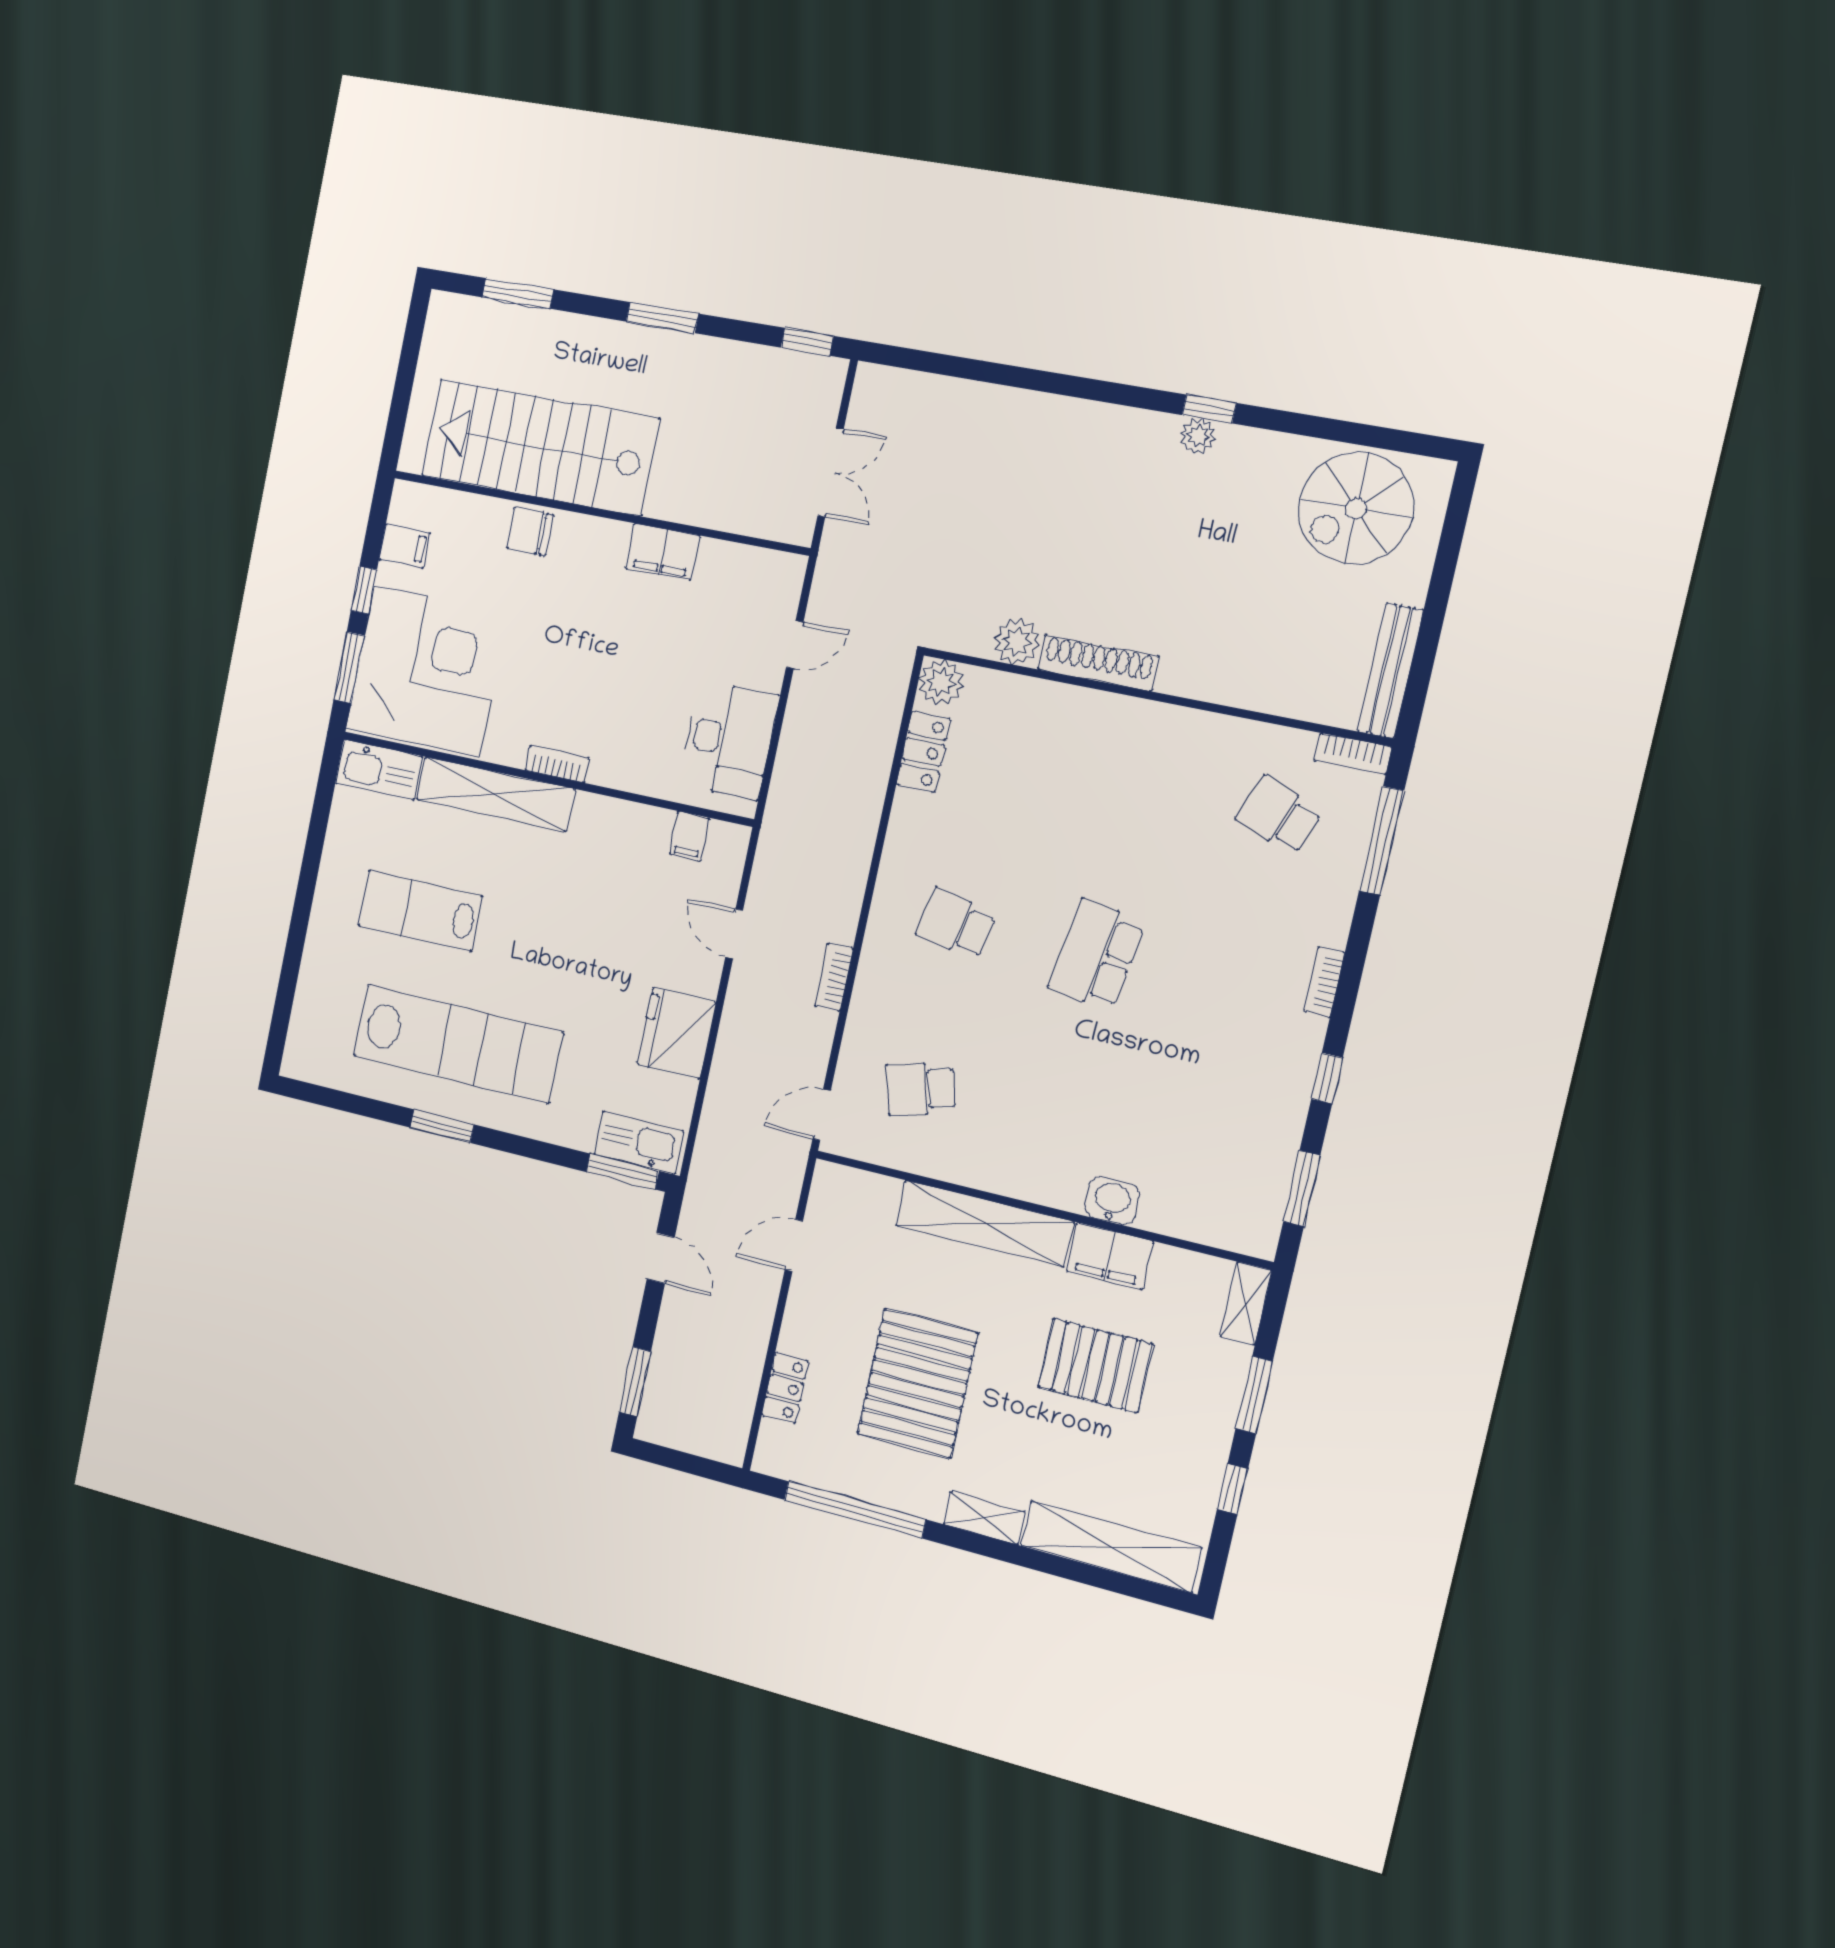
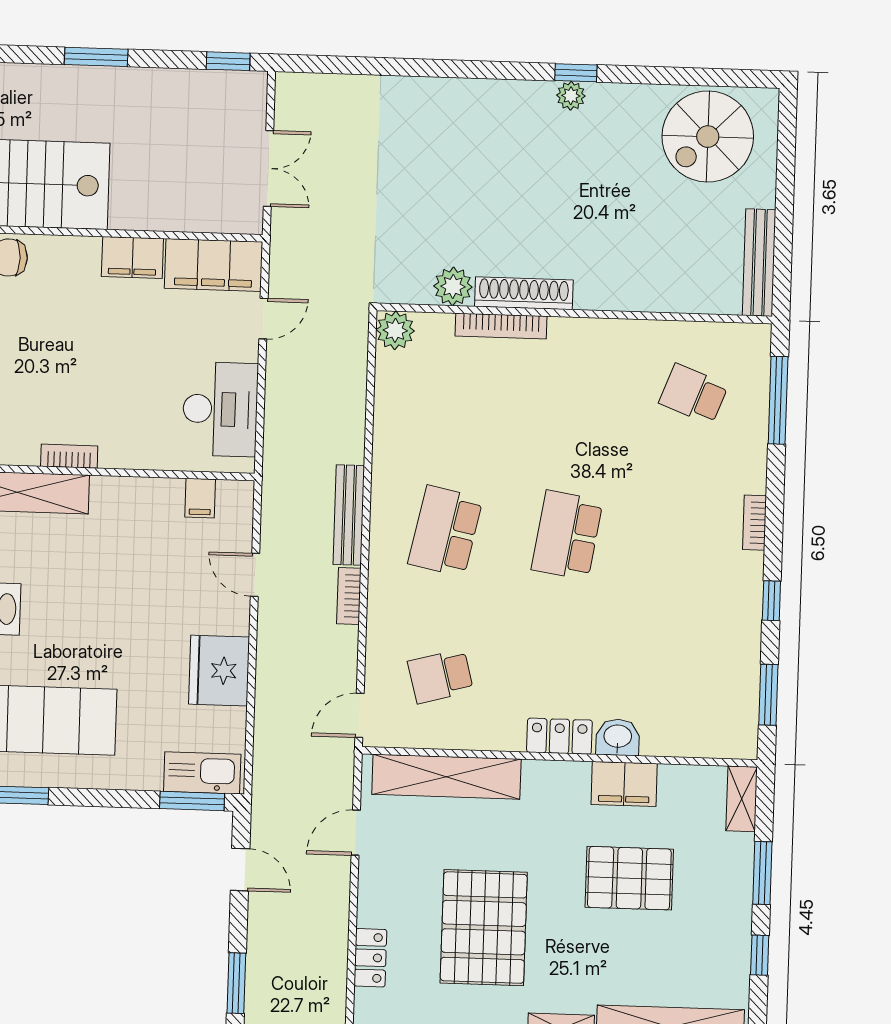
filing cabinet: (750, 574) -> (214, 265), added
locker: (923, 752) -> (559, 736), moved, turned -90
bookcase: (1353, 754) -> (501, 326), moved, width x1.56
bench: (850, 885) -> (349, 515), added
school desk: (956, 924) -> (445, 531), width x1.85
shelving: (984, 1223) -> (446, 777), moved

